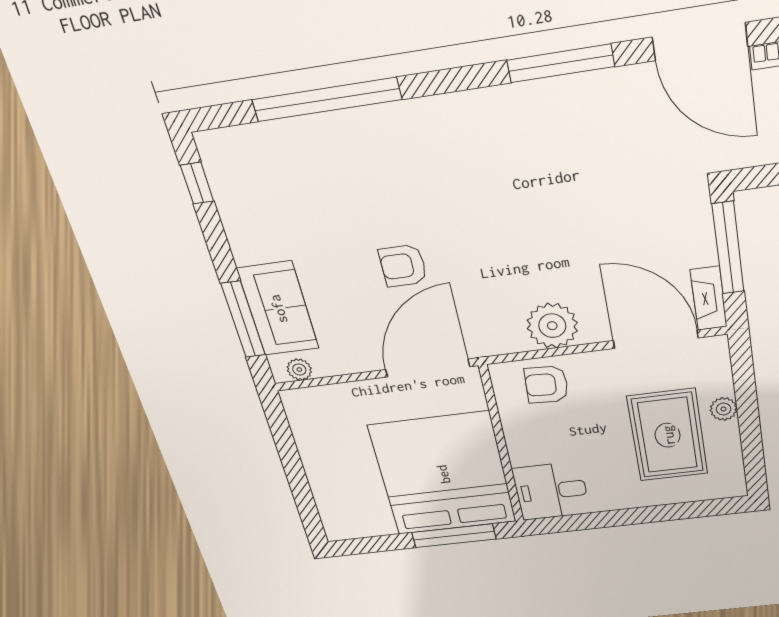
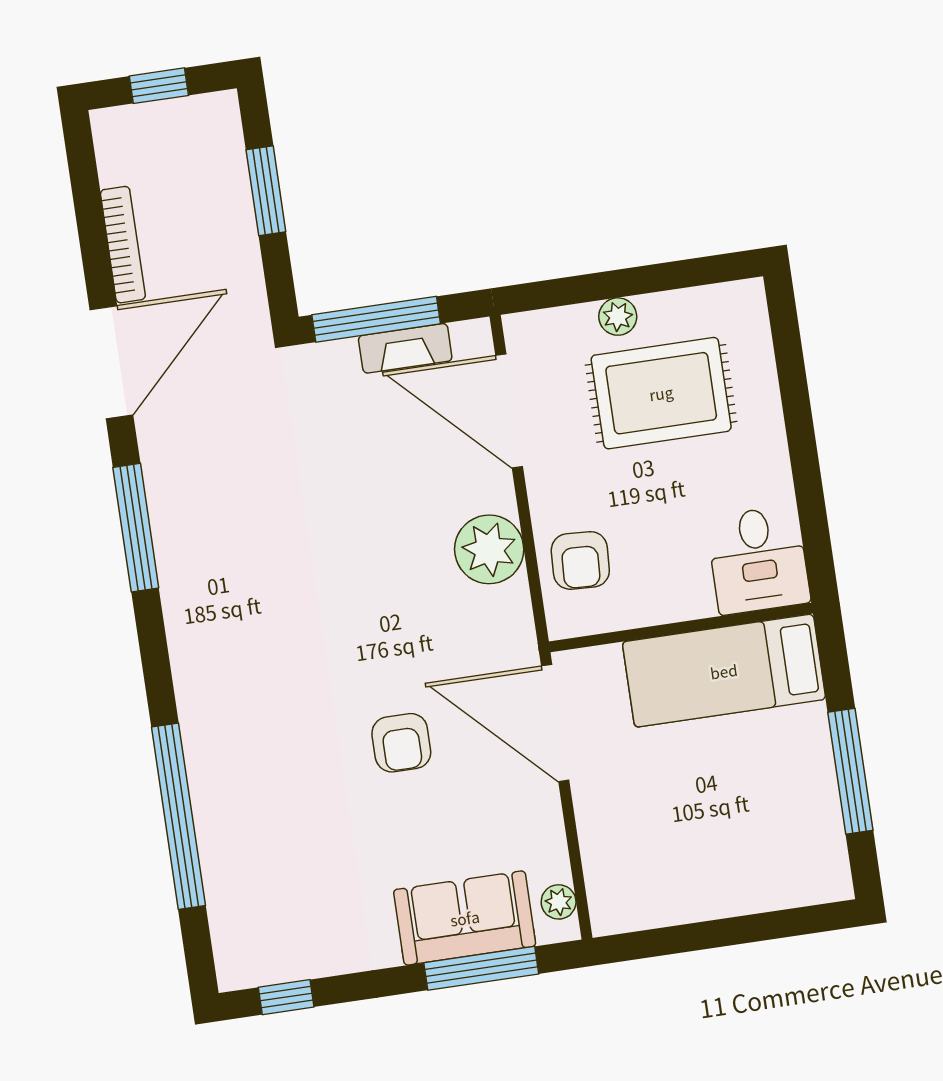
fireplace: (709, 298) -> (405, 348), moved
door: (656, 339) -> (509, 411), hinge flipped
bed: (443, 474) -> (724, 671), width x0.49
window: (454, 536) -> (850, 771), moved

